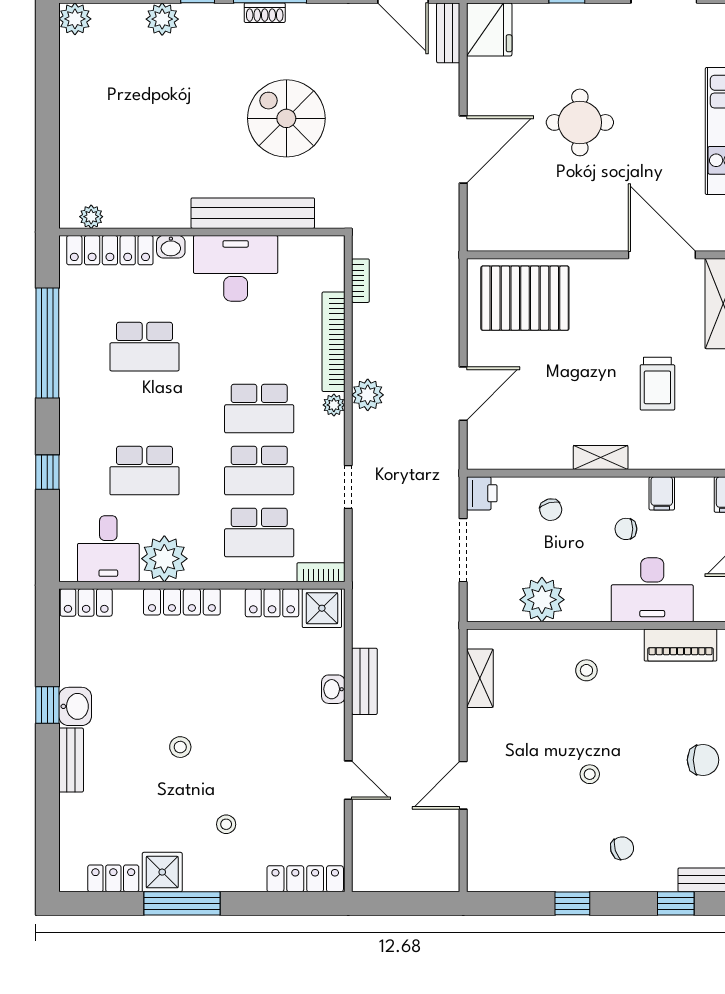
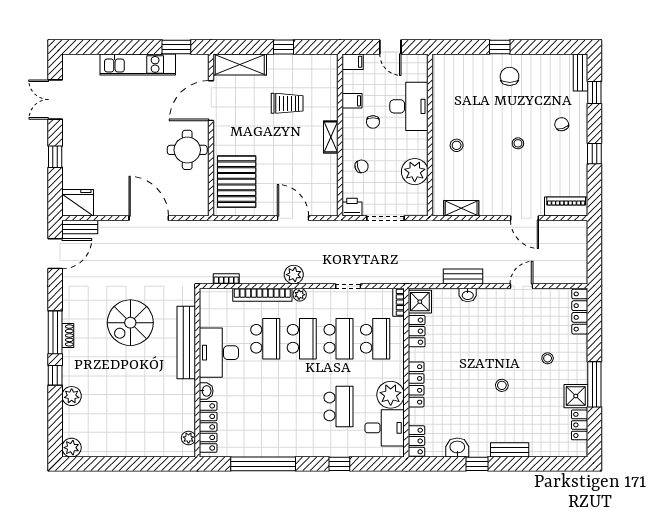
round table: (580, 122) -> (187, 150), moved
school desk: (144, 347) -> (265, 339), moved
piano: (681, 645) -> (566, 207), moved, turned -90
washbasin: (75, 706) -> (457, 448), moved

